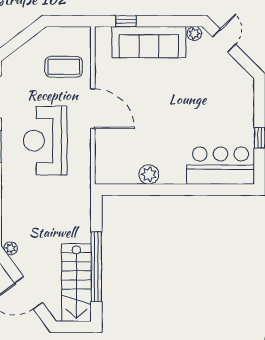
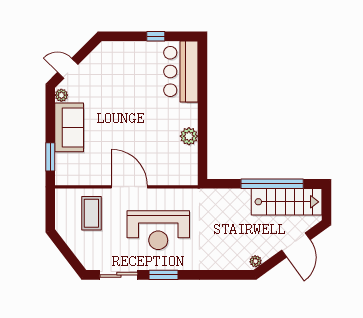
window: (126, 21) -> (50, 157), width x1.50
sofa: (149, 42) -> (69, 127), width x0.73
door: (93, 109) -> (129, 187), hinge flipped

